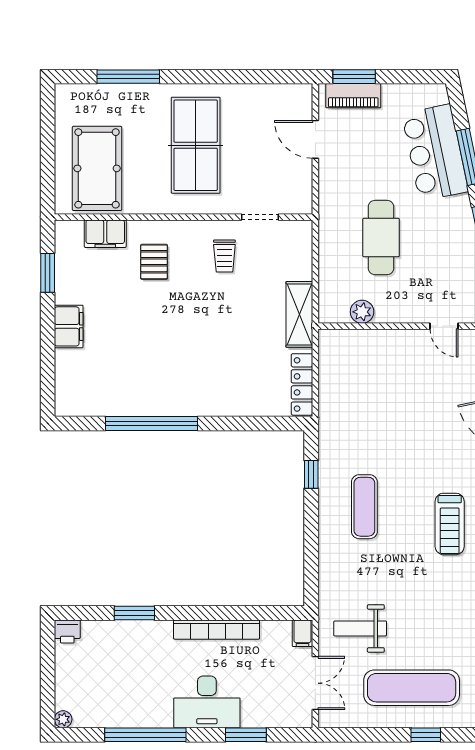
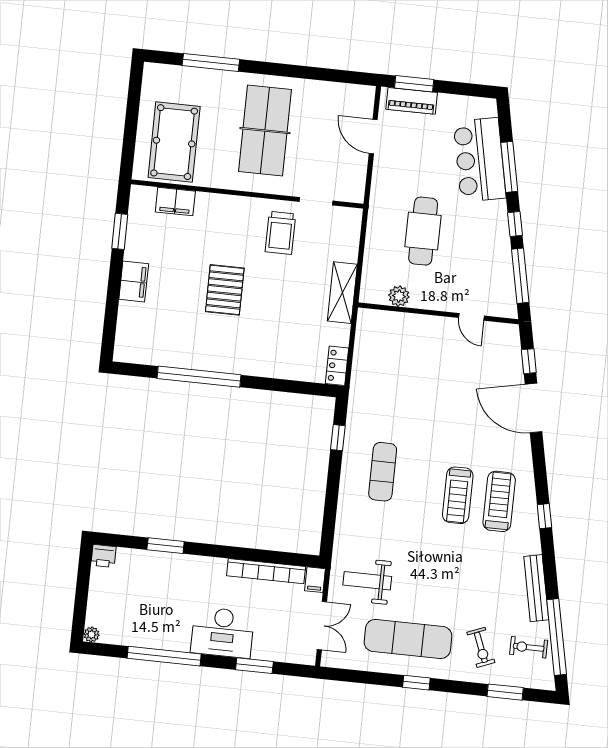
trolley: (224, 256) -> (280, 233), width x1.36, depth x1.39
pallet: (154, 262) -> (225, 290), moved, width x1.50, depth x1.42
locker: (302, 384) -> (337, 366), width x0.66
bookcase: (217, 630) -> (266, 571), moved

